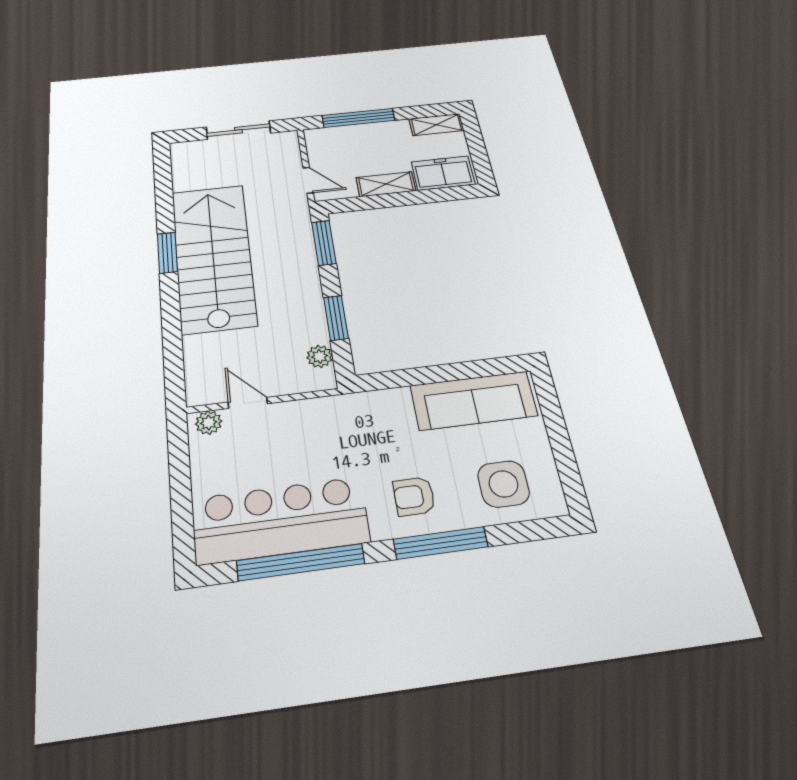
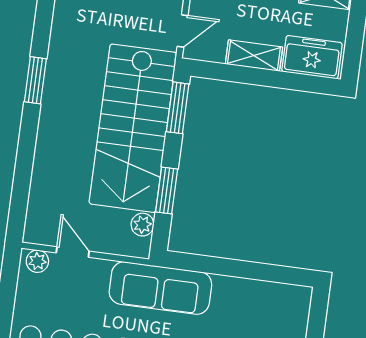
door: (308, 180) -> (183, 31), hinge flipped
stairs: (213, 257) -> (133, 128), moved, turned 180
sofa: (474, 401) -> (160, 288), moved

